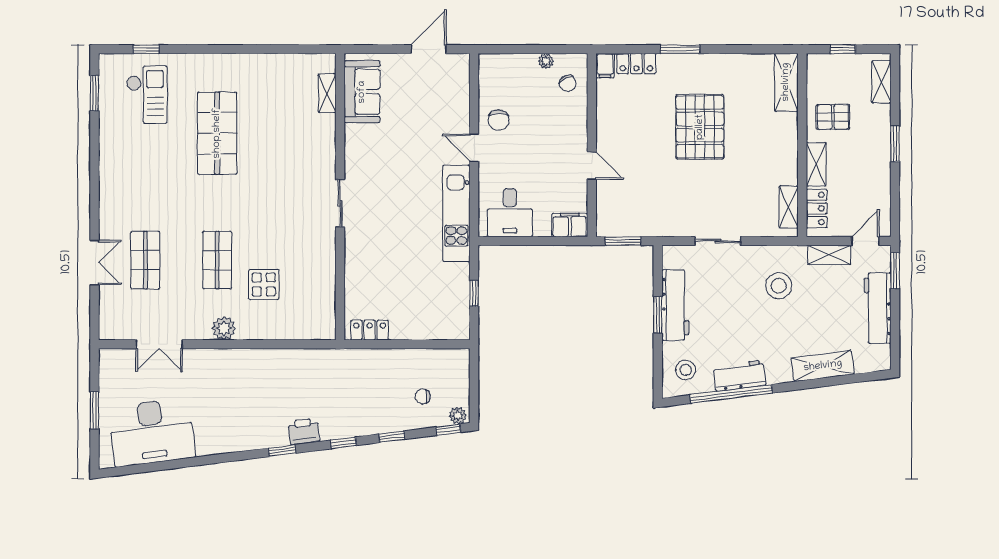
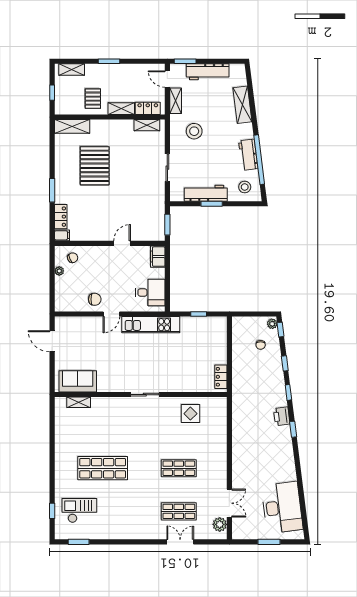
pallet: (700, 127) -> (95, 166), moved, turned 90
display table: (264, 285) -> (190, 414), moved
plant: (224, 328) -> (220, 524), moved

